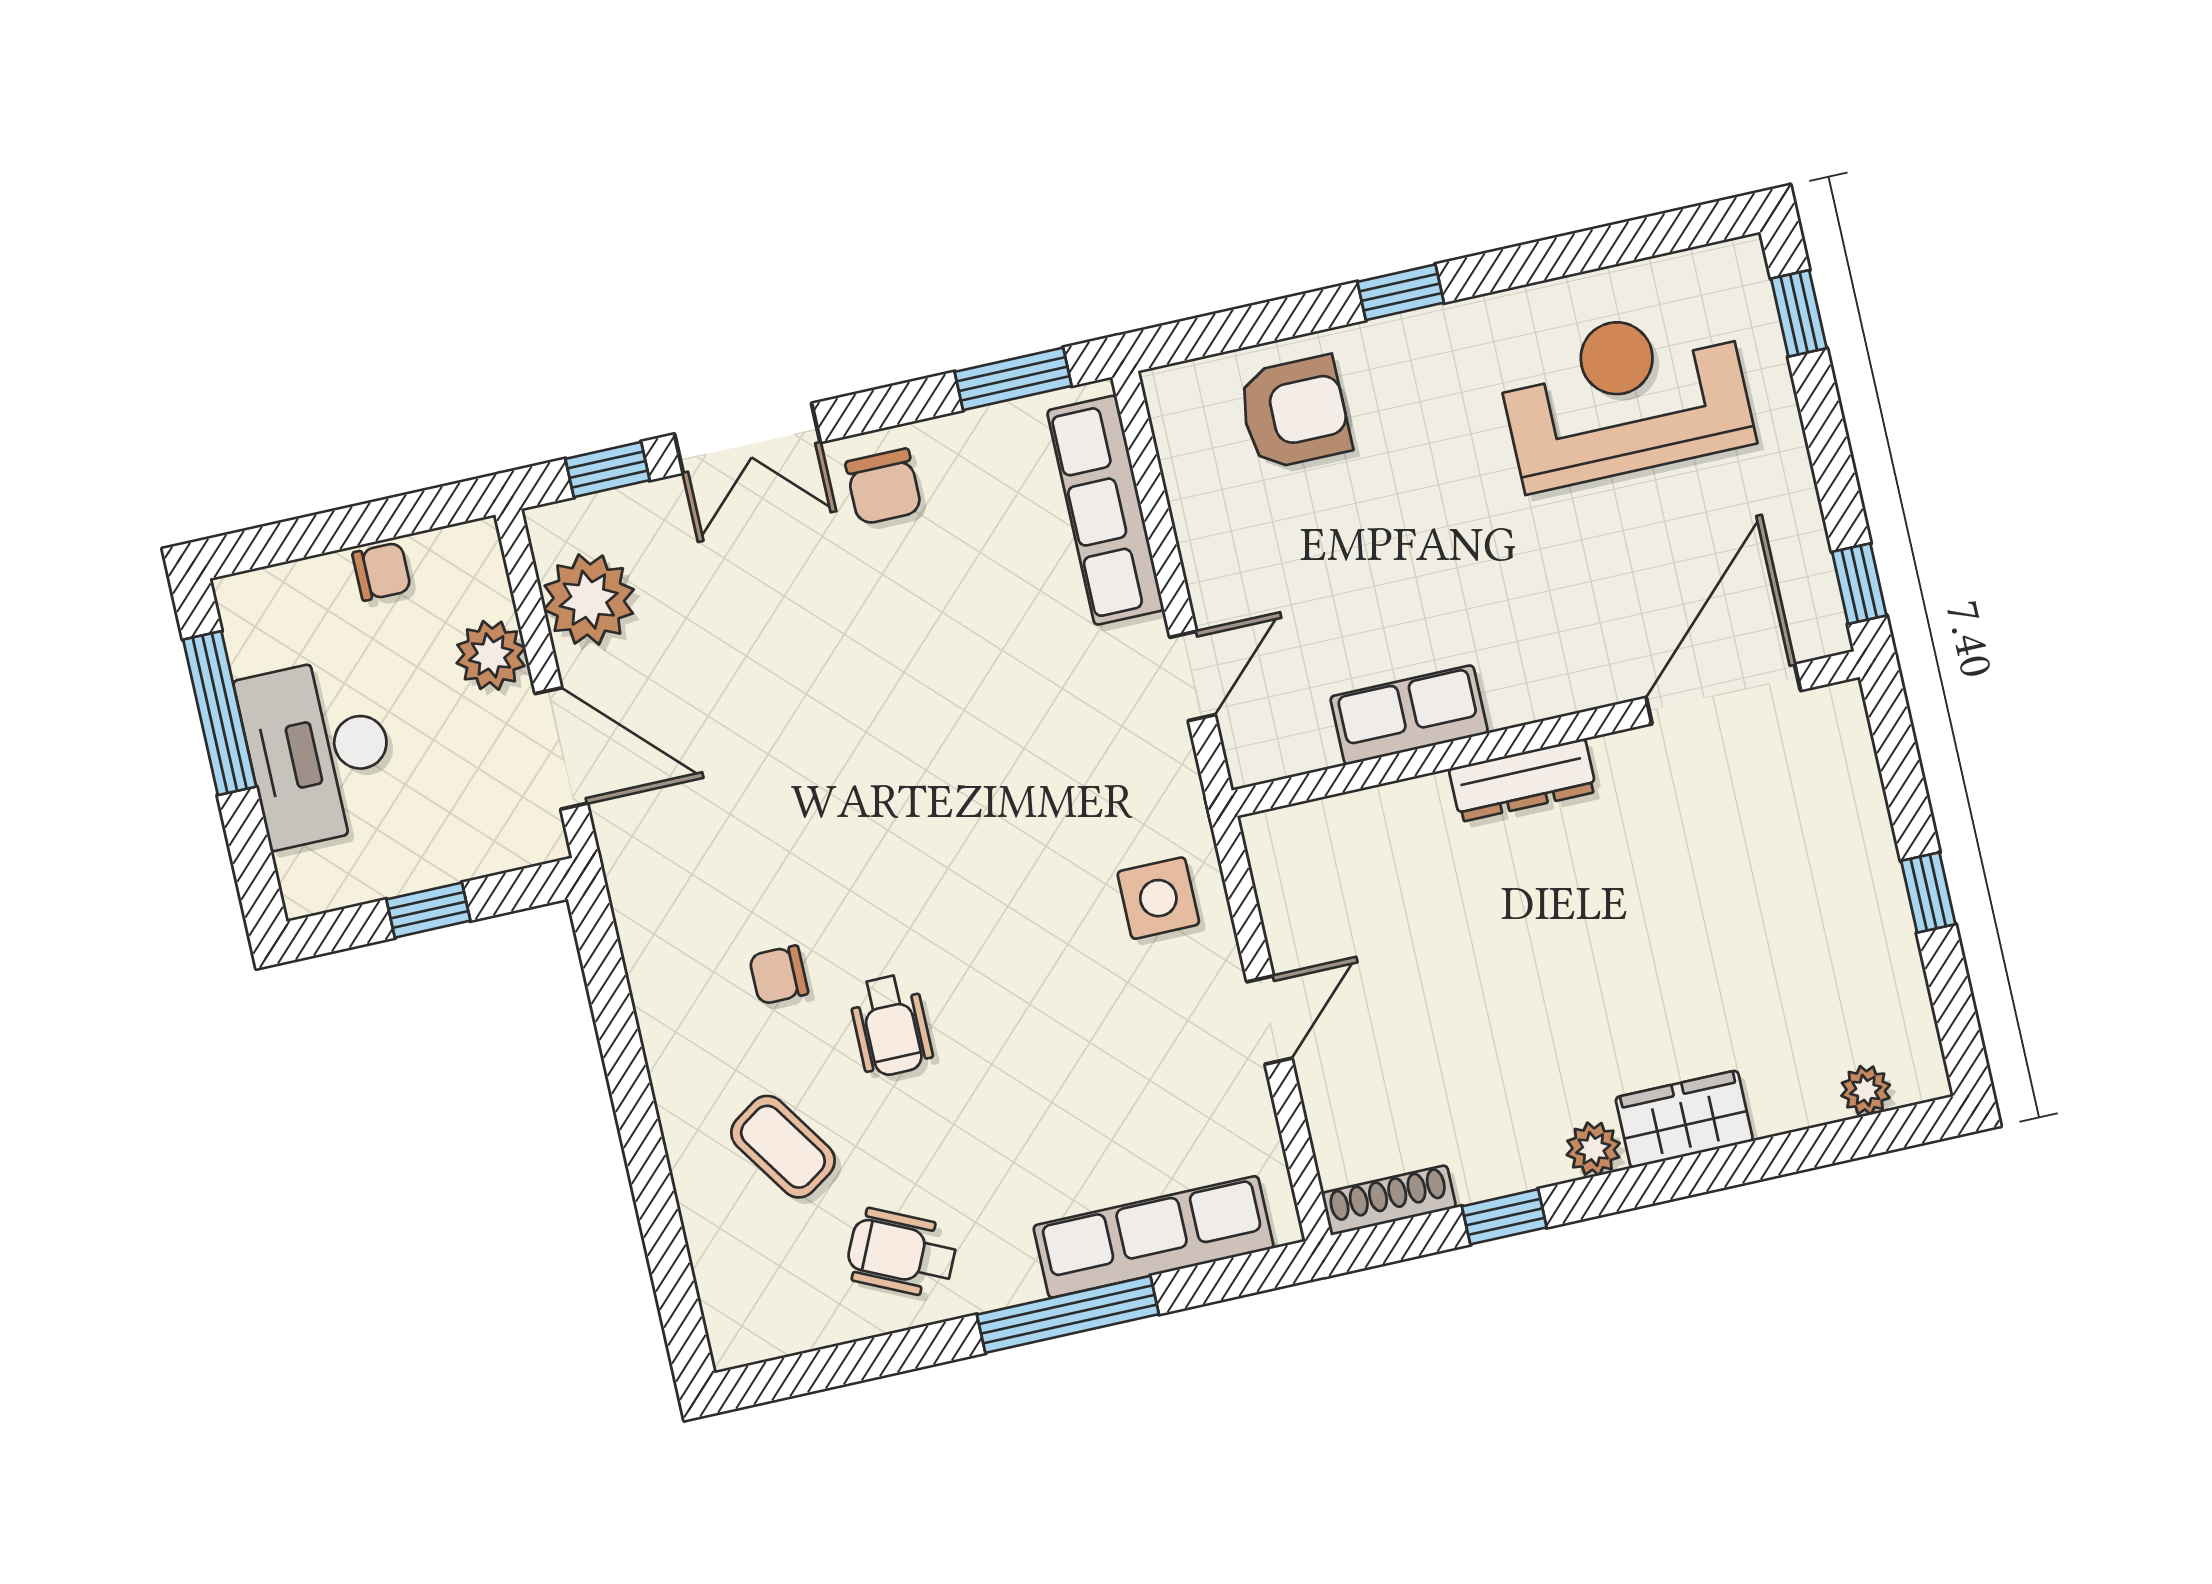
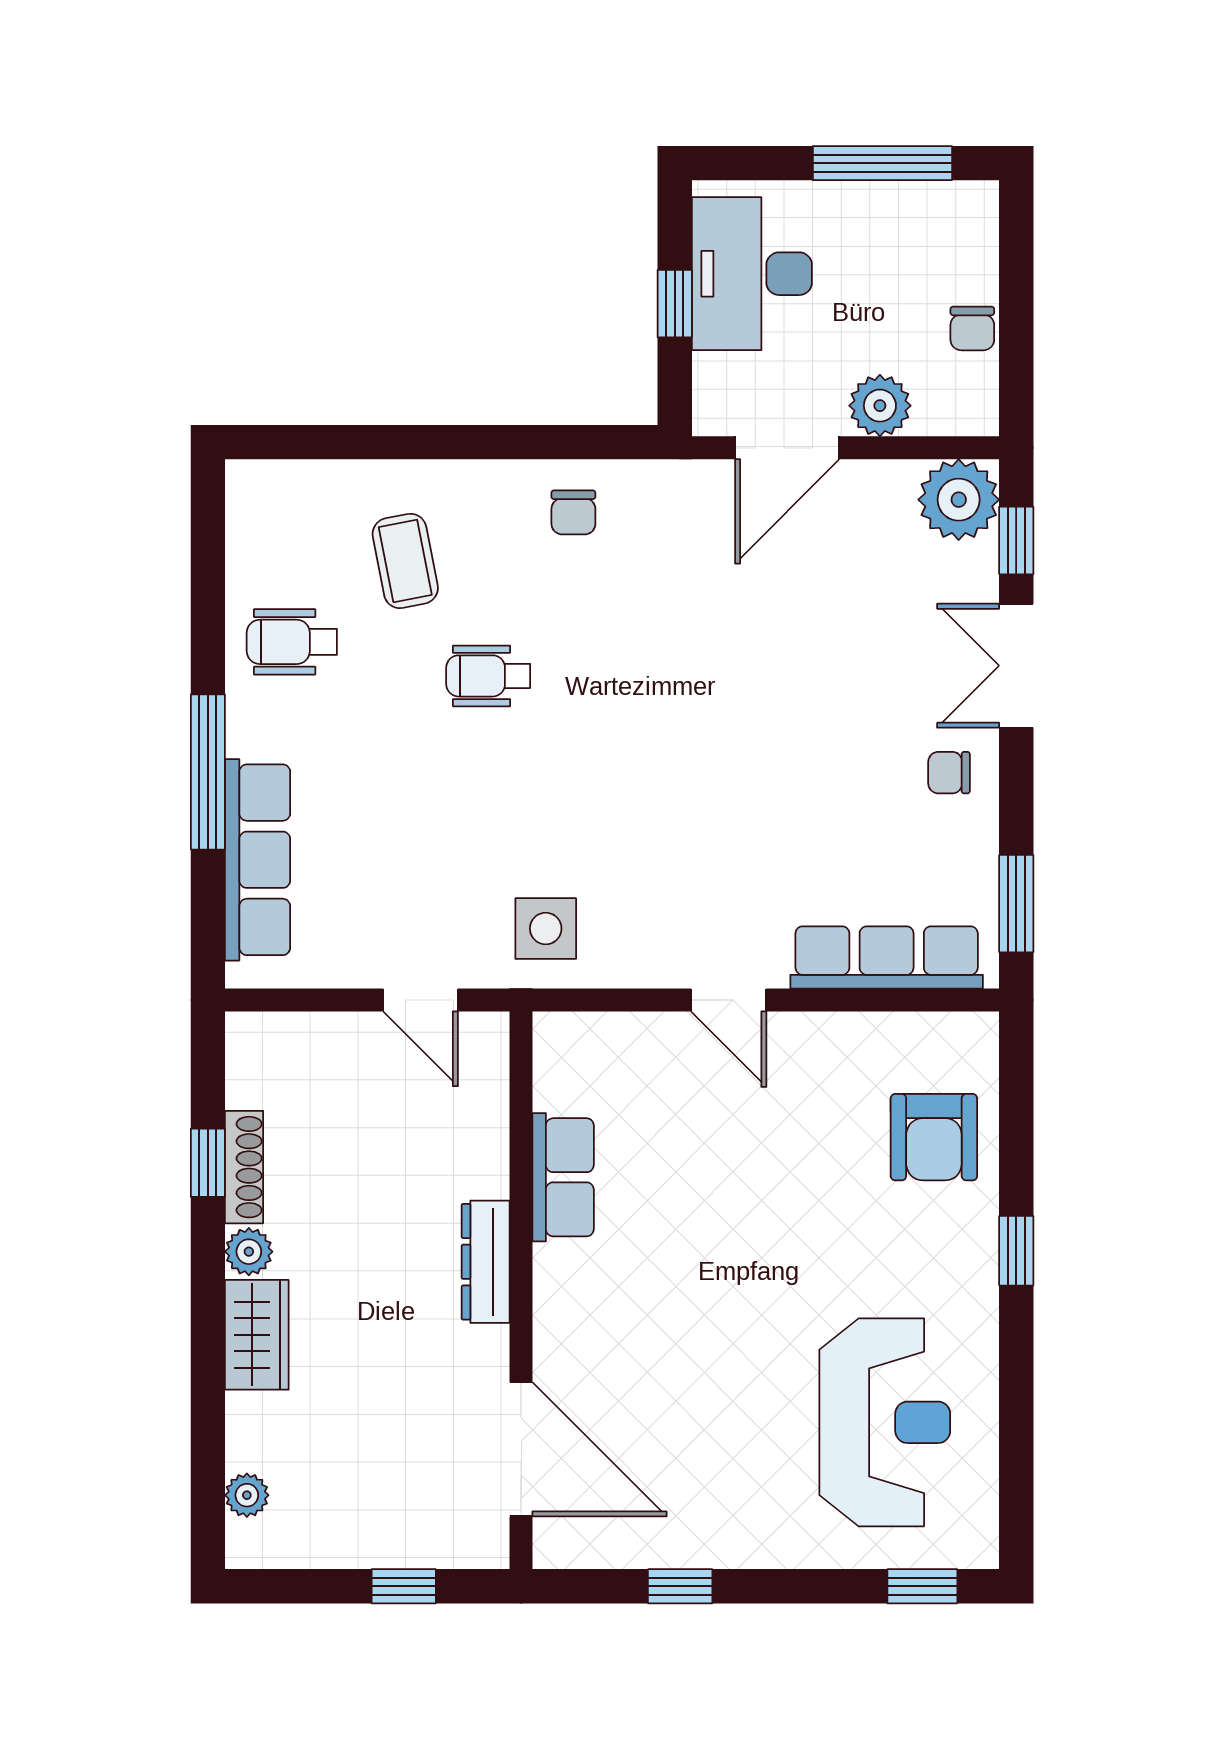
chair: (884, 487) -> (949, 773), width x0.73, depth x0.73
plant: (589, 600) -> (959, 500), moved
door: (1723, 694) -> (521, 1449), moved
row of seats: (1409, 715) -> (563, 1177), moved
wall: (1546, 734) -> (521, 1290), moved
desk: (319, 752) -> (752, 274), moved, turned -90
dresser: (1523, 780) -> (486, 1262), moved
chair: (779, 975) -> (573, 512), moved, turned 180
coffee table: (783, 1147) -> (405, 561), turned -67
shoe rack: (1389, 1200) -> (244, 1167), moved
wheelchair: (902, 1253) -> (292, 642), turned -115

